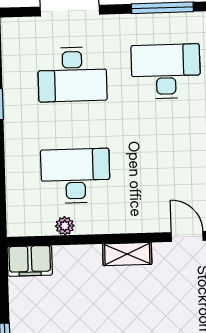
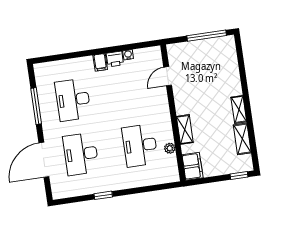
desk: (72, 74) -> (81, 154), turned 180
shelving: (127, 254) -> (185, 129), moved

